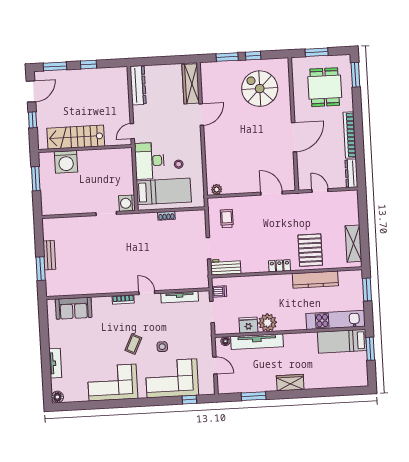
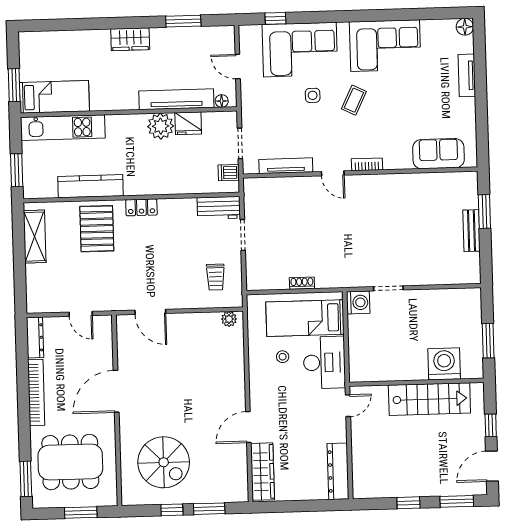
dining table: (325, 87) -> (70, 462), width x1.38

